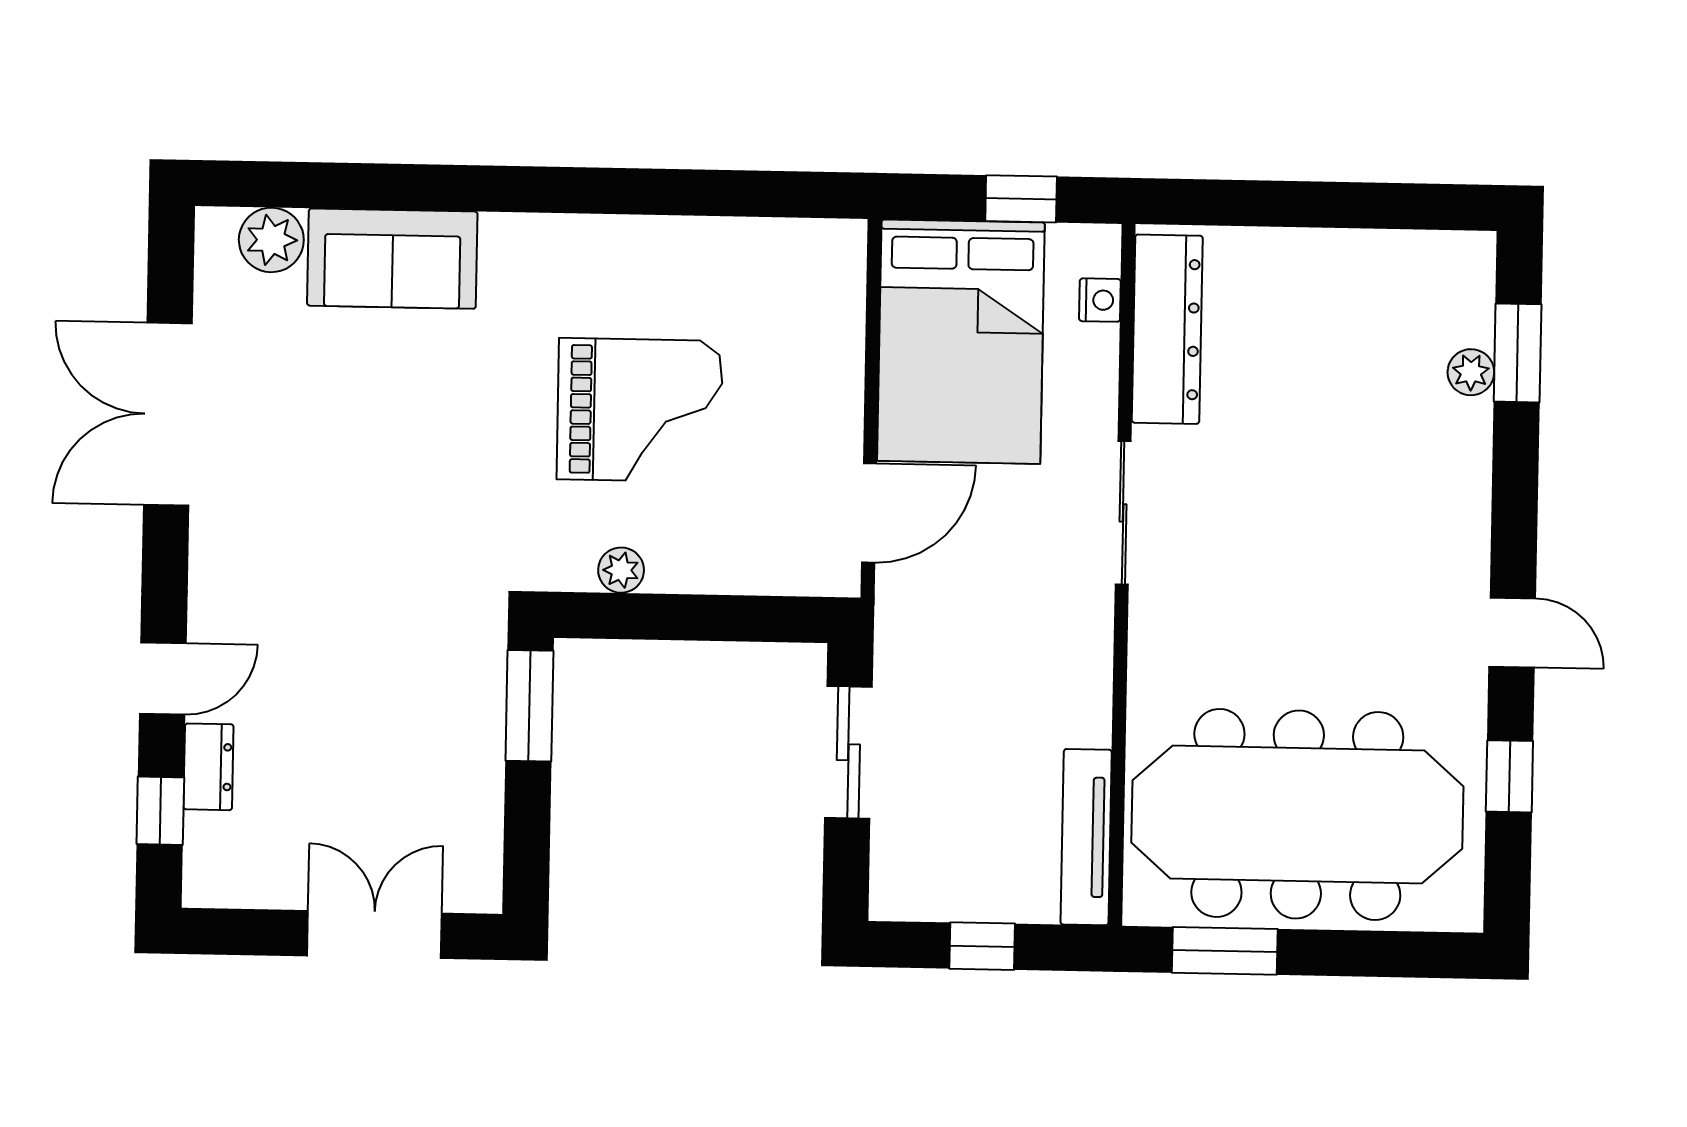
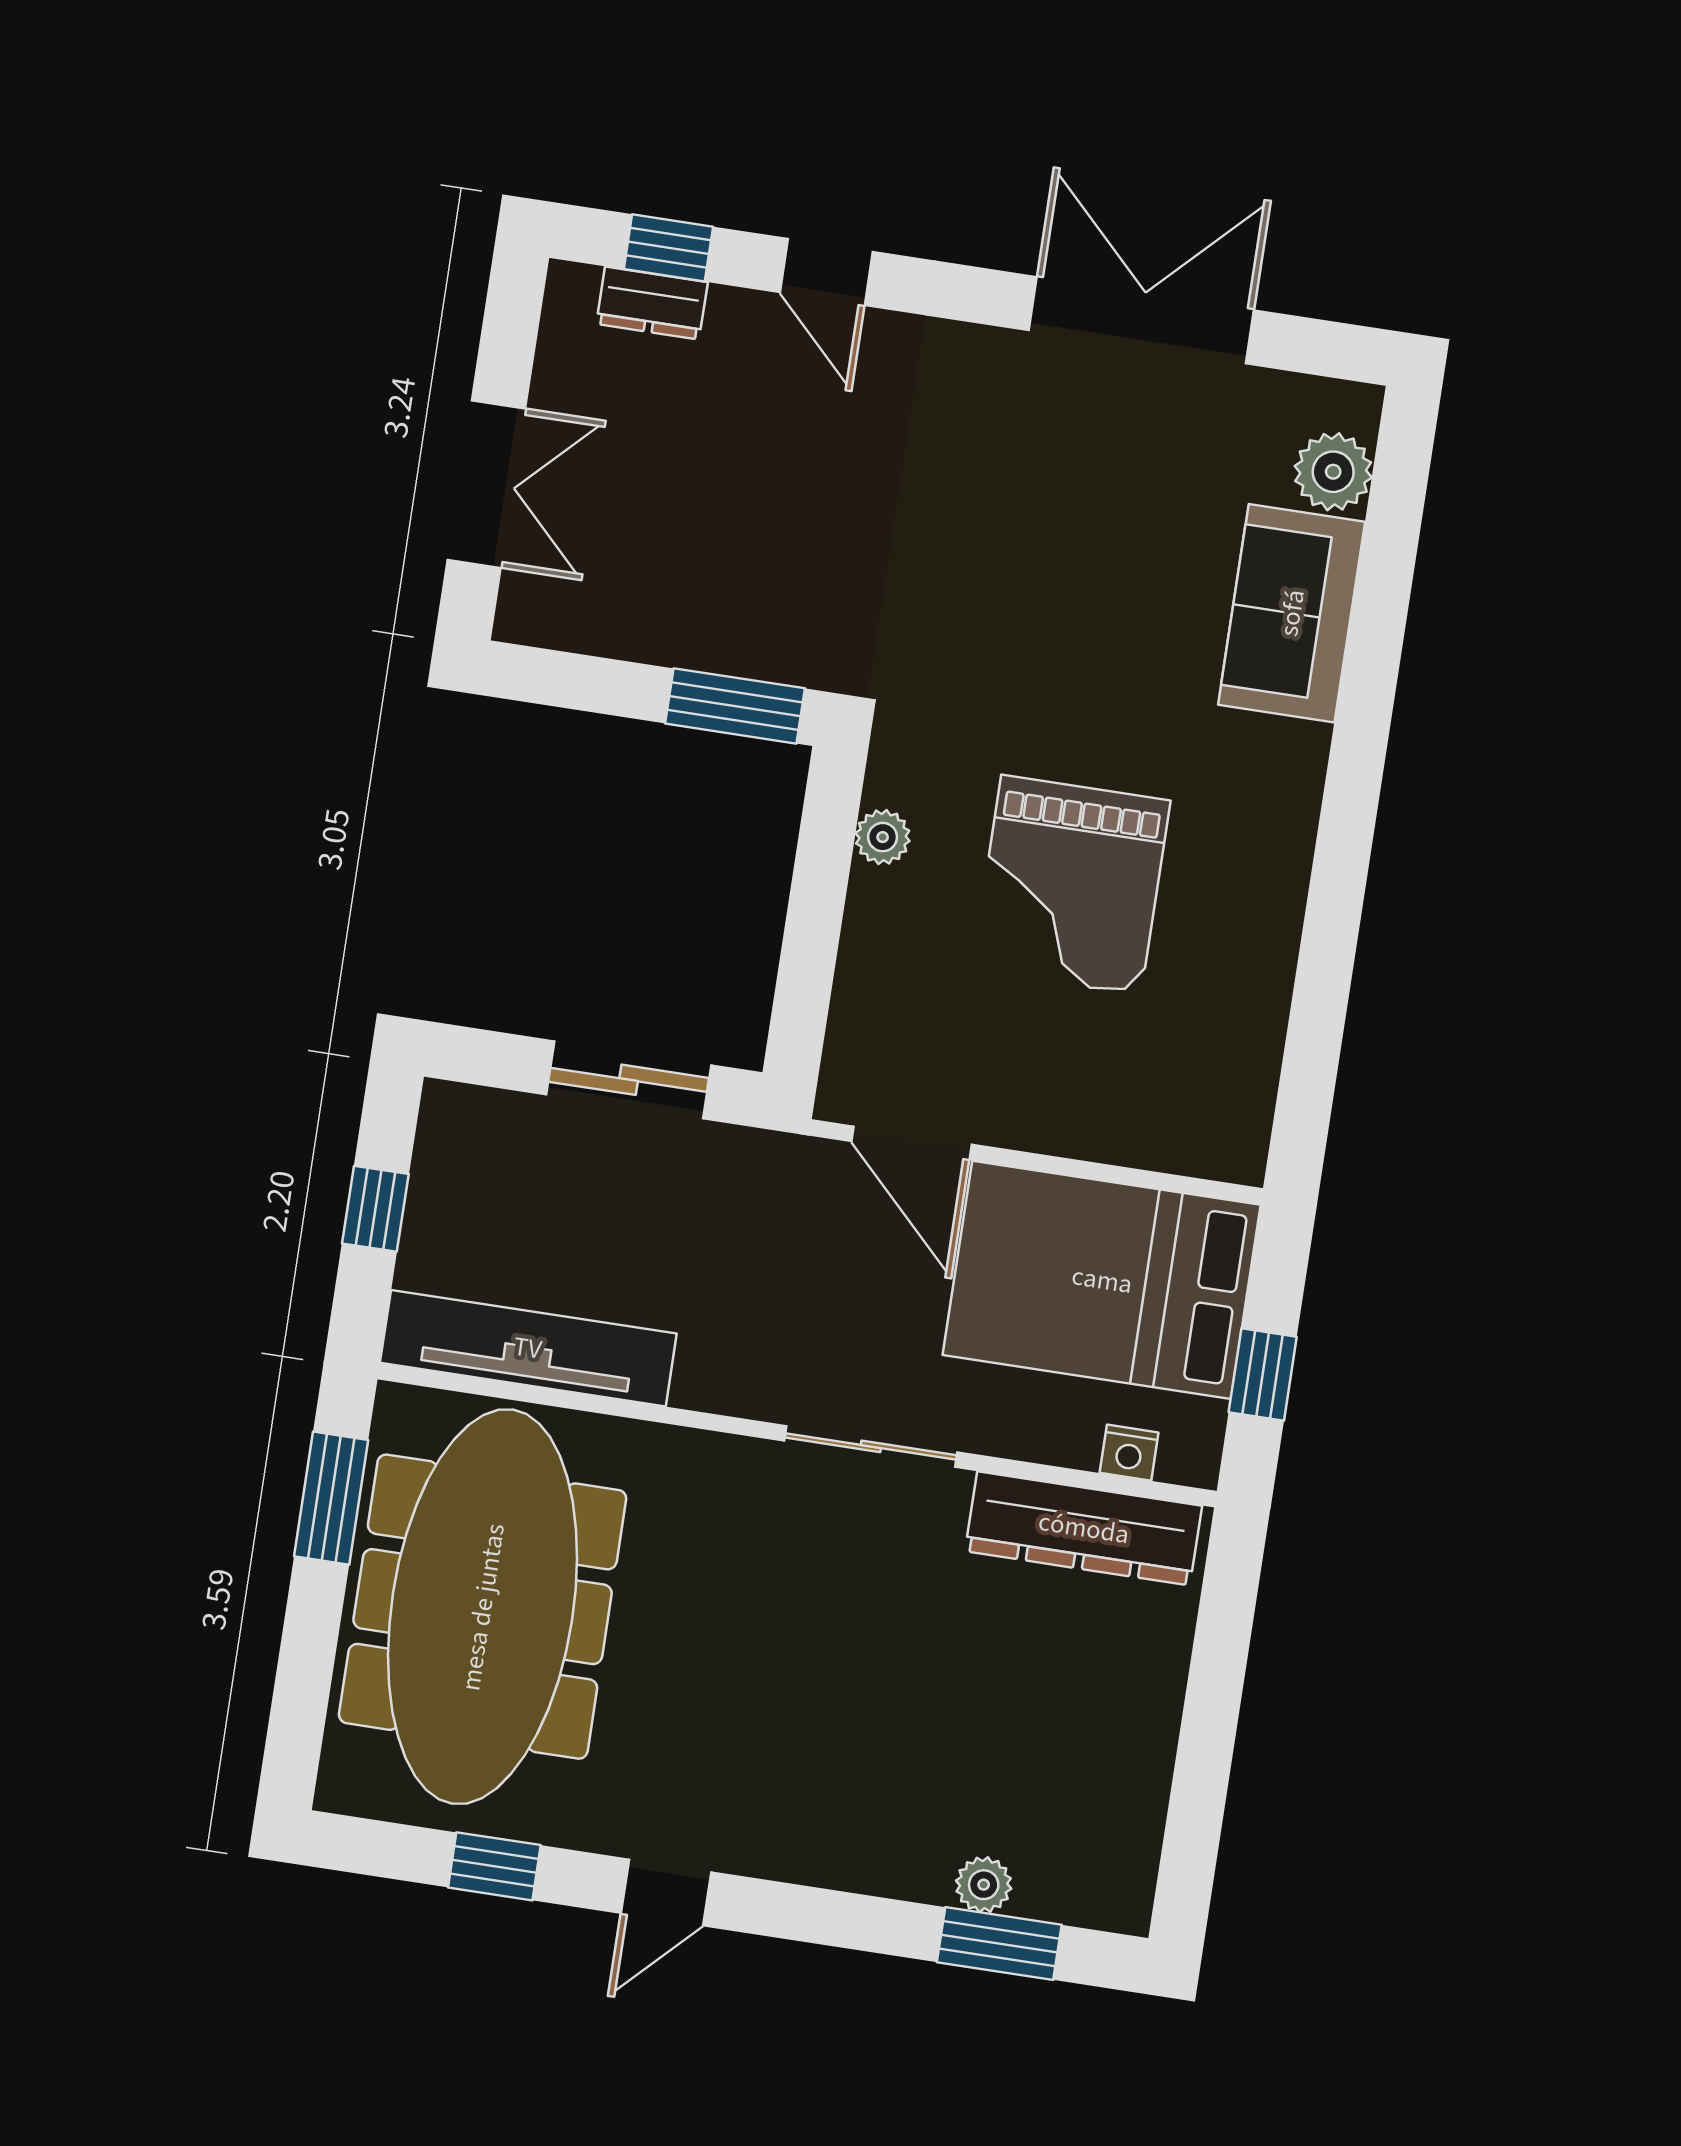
dresser: (208, 767) -> (652, 303), moved
tv unit: (1086, 837) -> (528, 1348), width x1.36, depth x1.29

